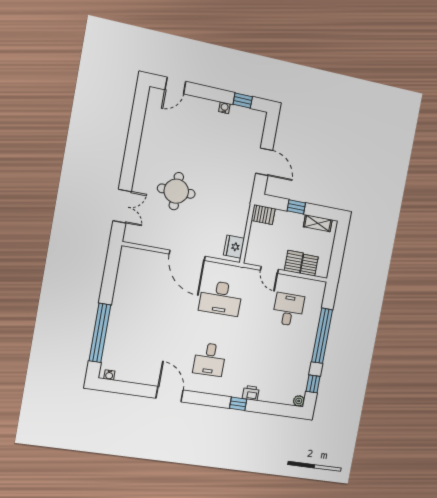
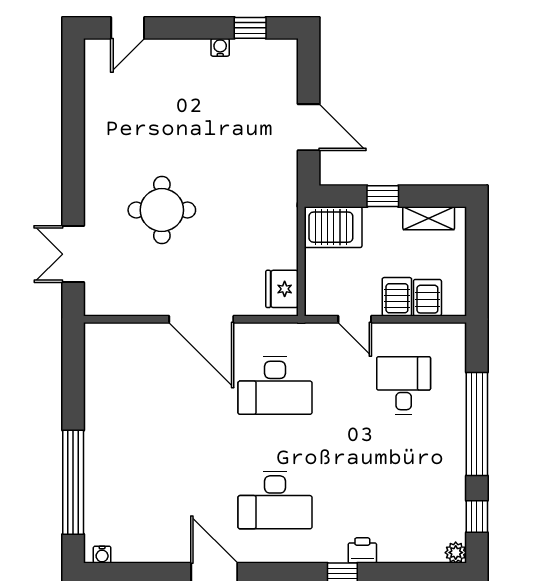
double door: (122, 206) -> (73, 254), swing flipped
server rack: (263, 215) -> (333, 227), width x1.36, depth x1.44
desk: (210, 359) -> (275, 500), width x1.37

